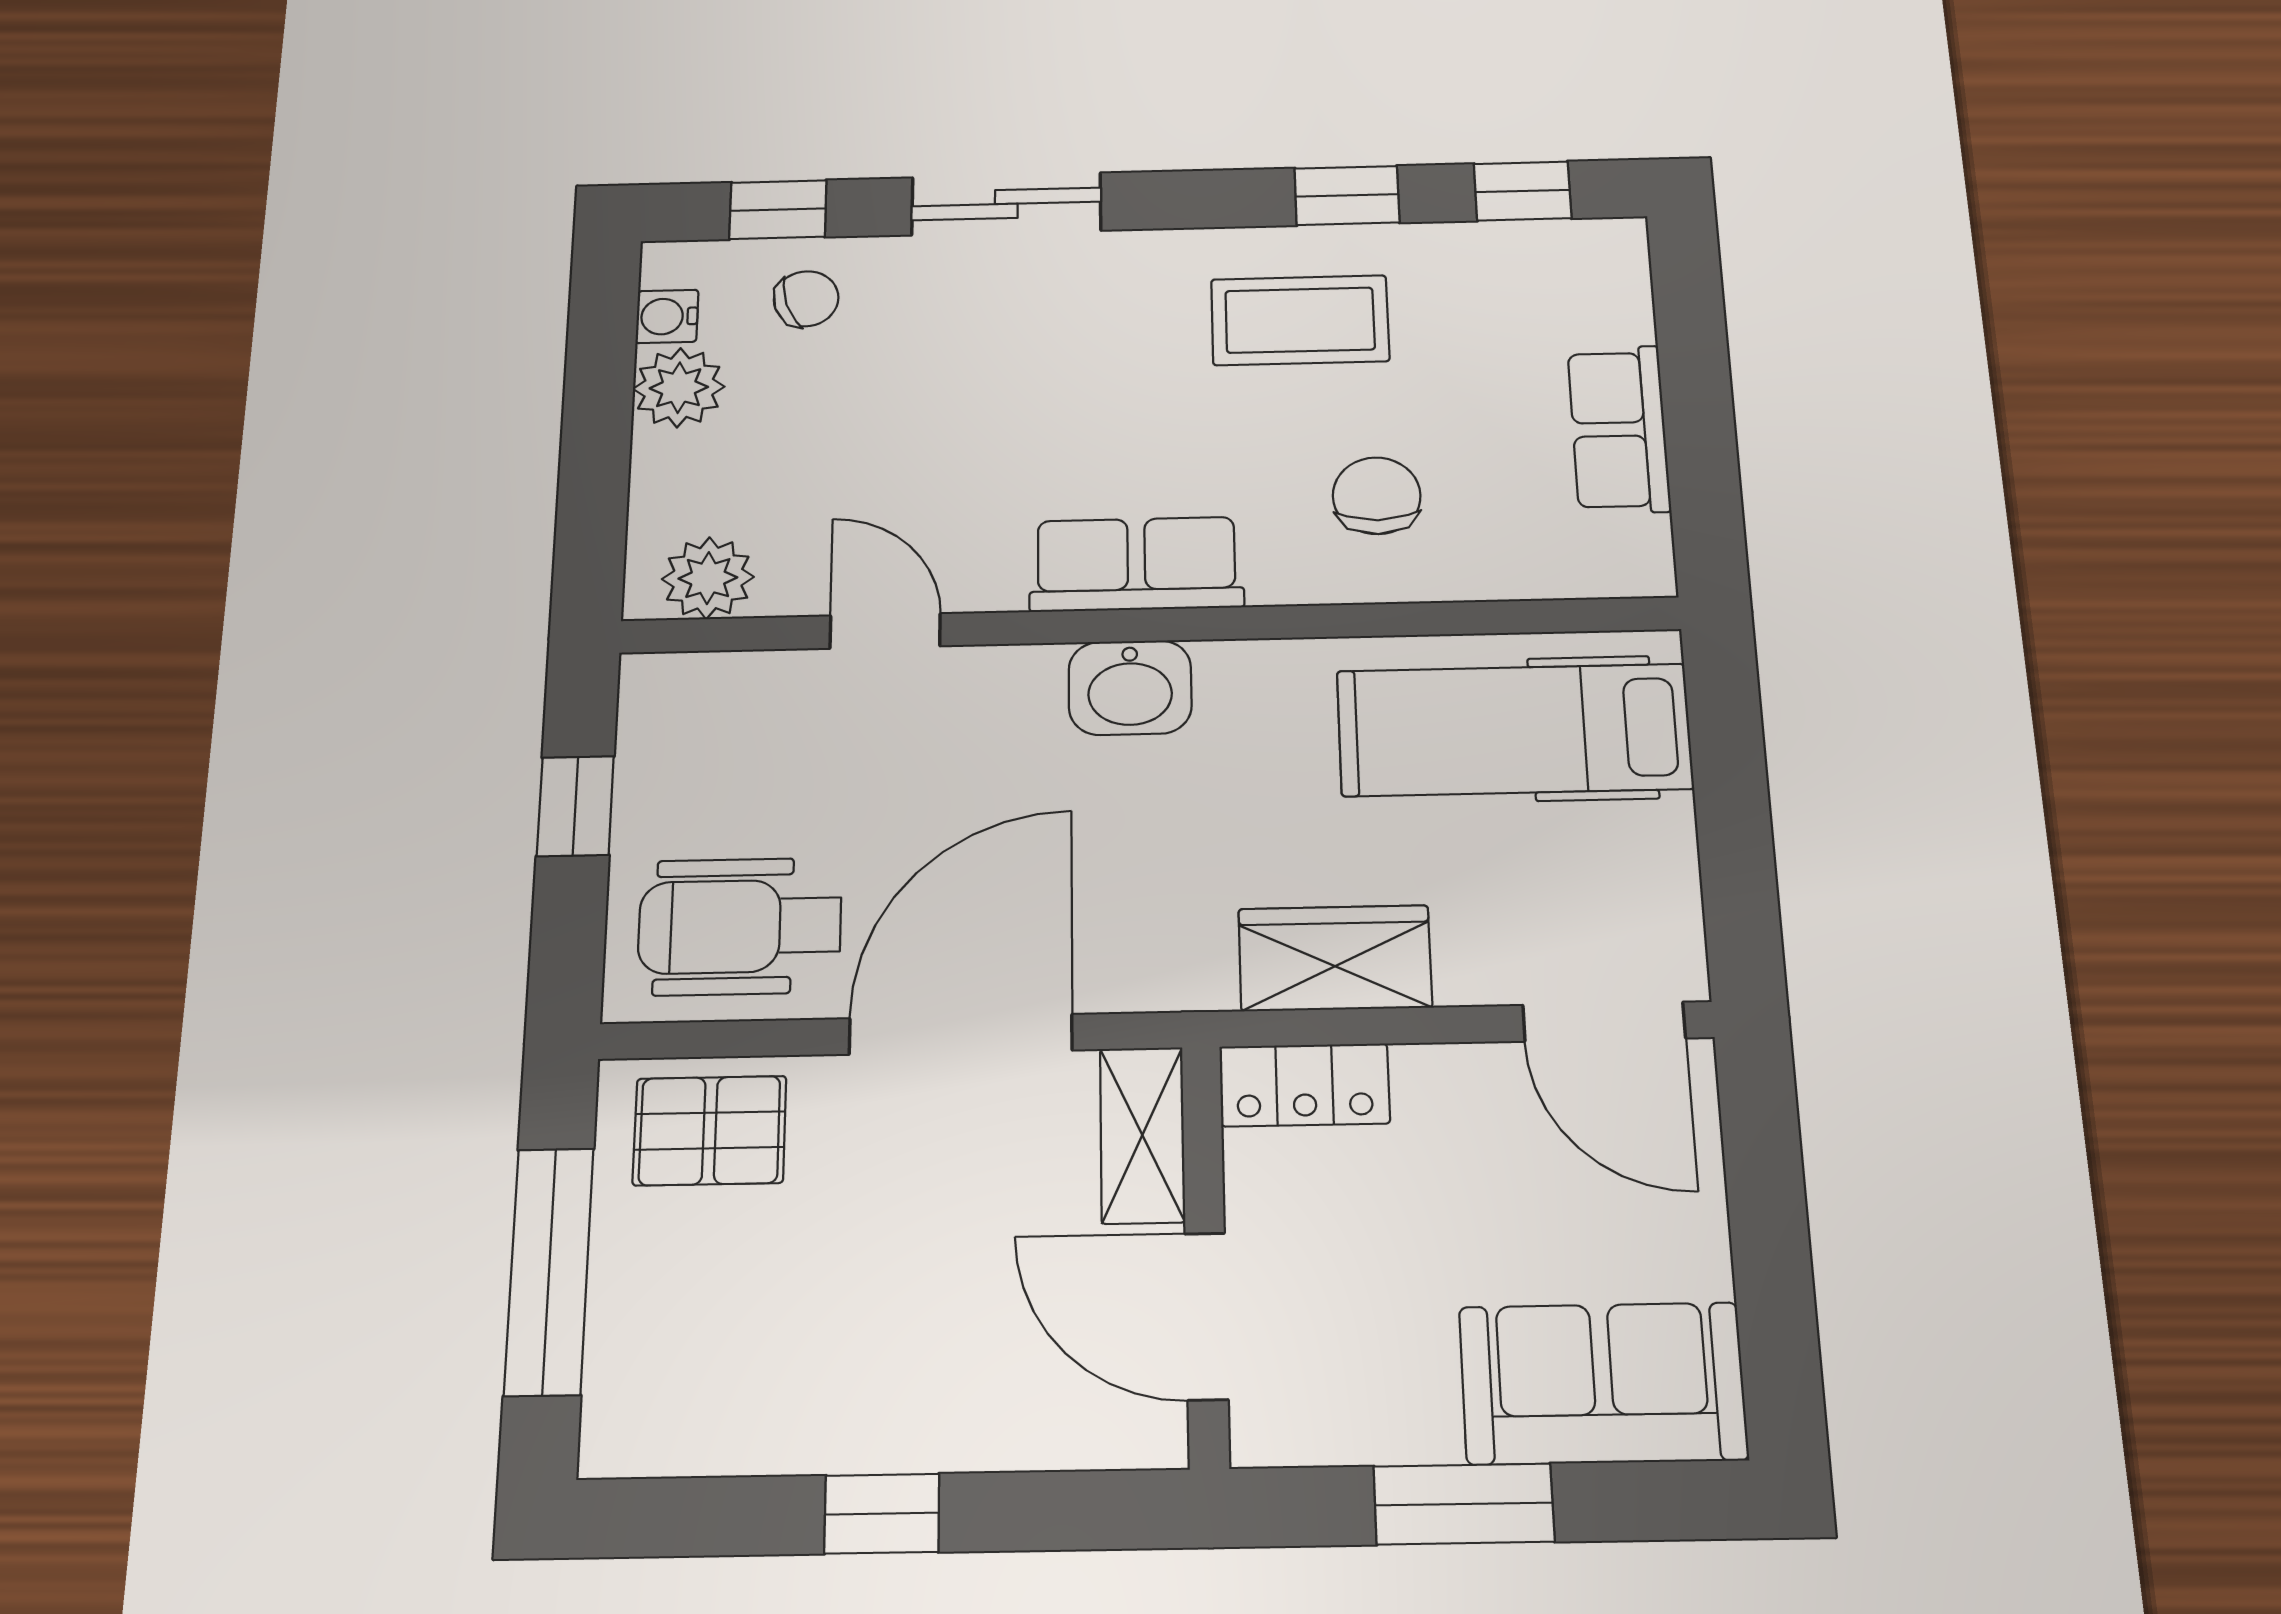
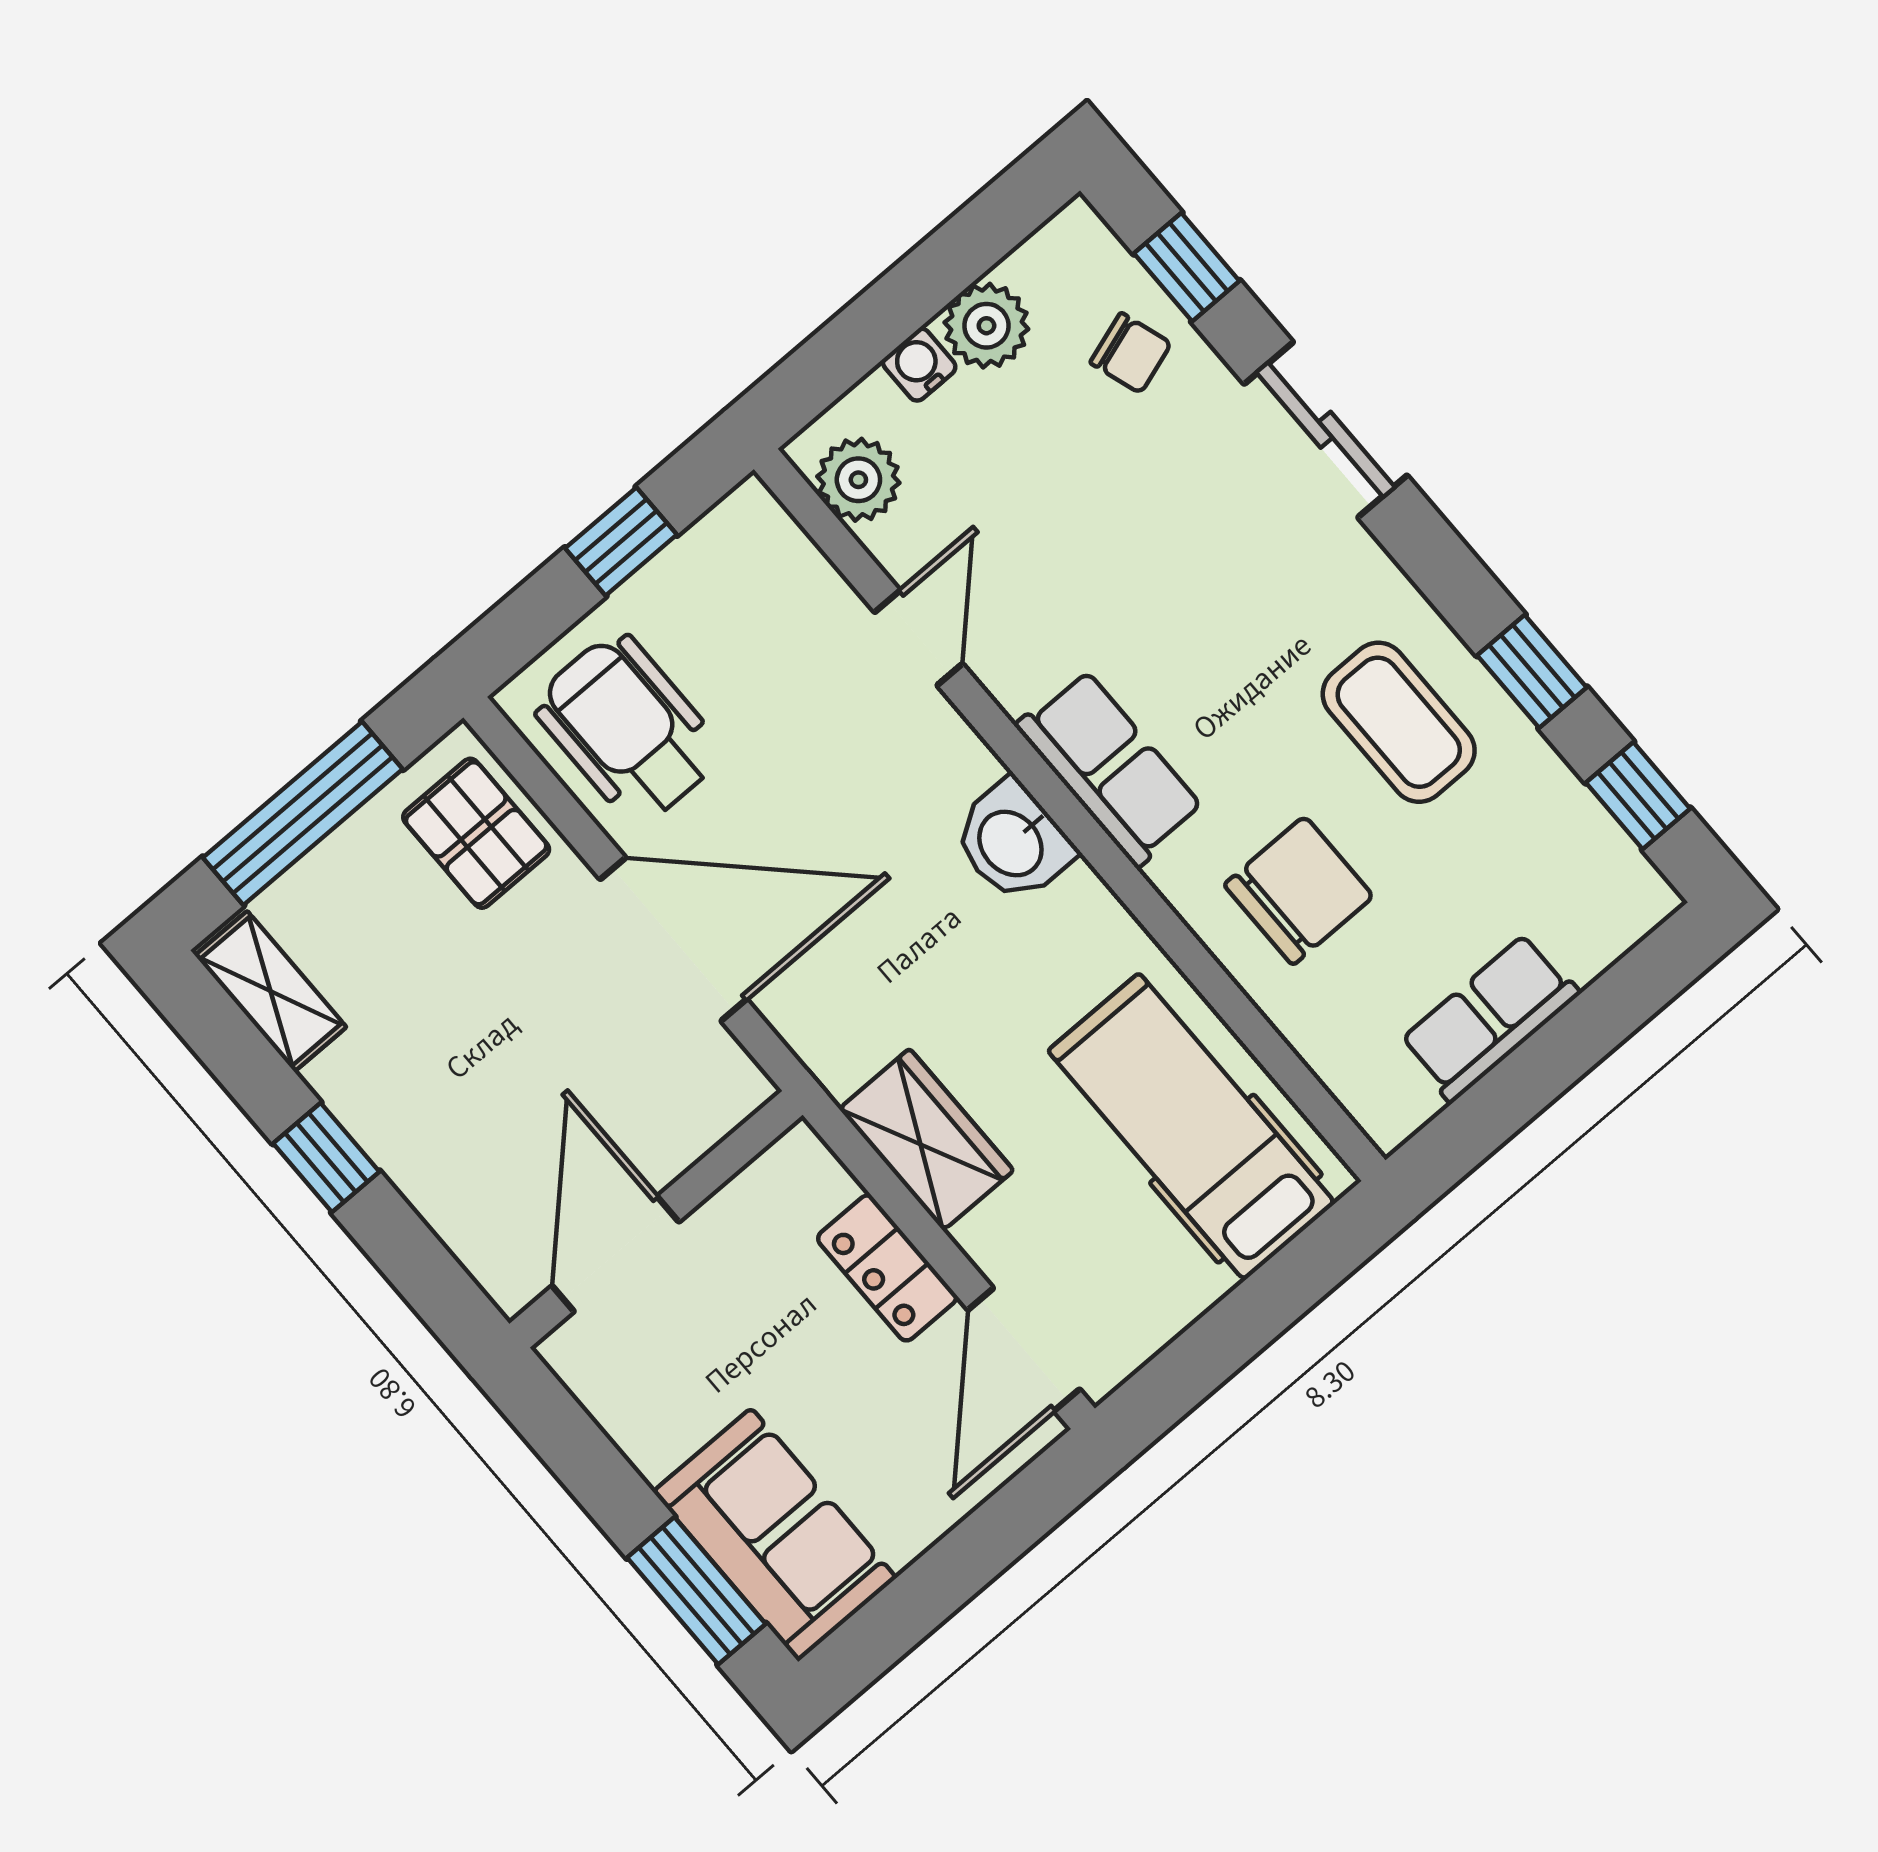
water cooler: (667, 316) -> (919, 365), moved
chair: (1377, 496) -> (1299, 891), width x1.37, depth x1.37
locker: (1304, 1085) -> (887, 1268), moved
shelving: (1142, 1135) -> (271, 991), moved, turned 90
window: (1464, 1504) -> (696, 1591), moved

